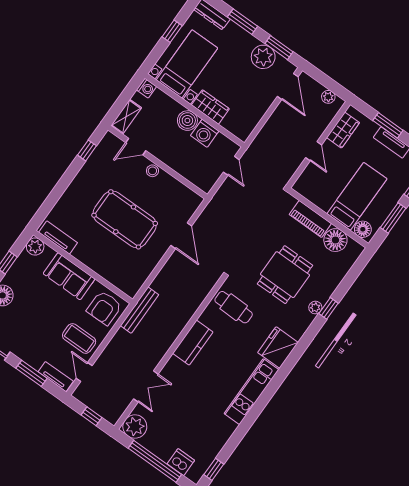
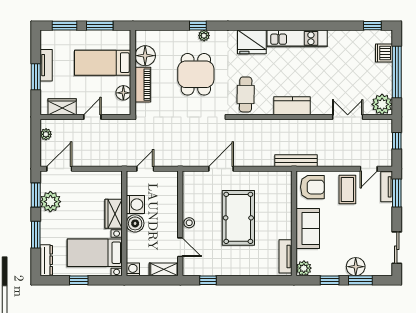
floor lamp: (363, 229) -> (123, 93), moved
dining table: (285, 275) -> (196, 74), turned 90
window: (31, 373) -> (397, 193), moved

